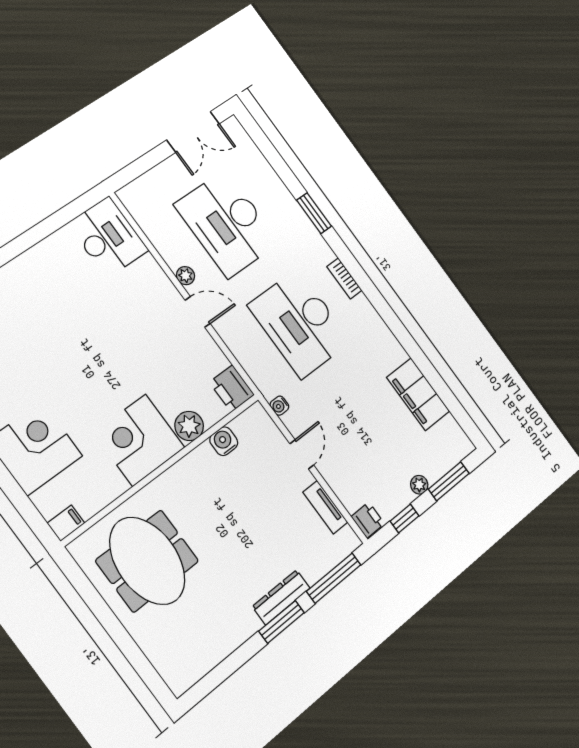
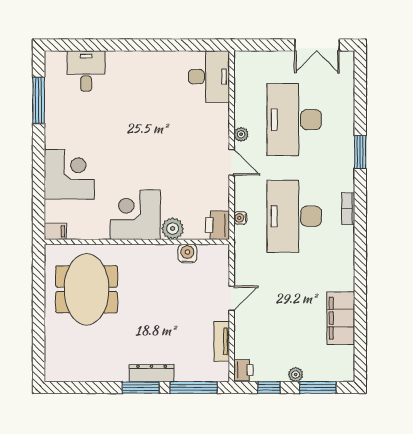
water cooler: (279, 406) -> (240, 218), moved

